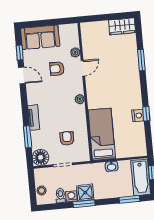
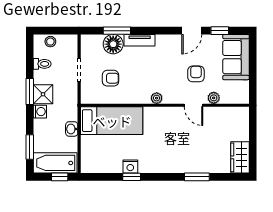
floor lamp: (41, 157) -> (113, 44), moved
washing machine: (71, 196) -> (40, 112), moved

